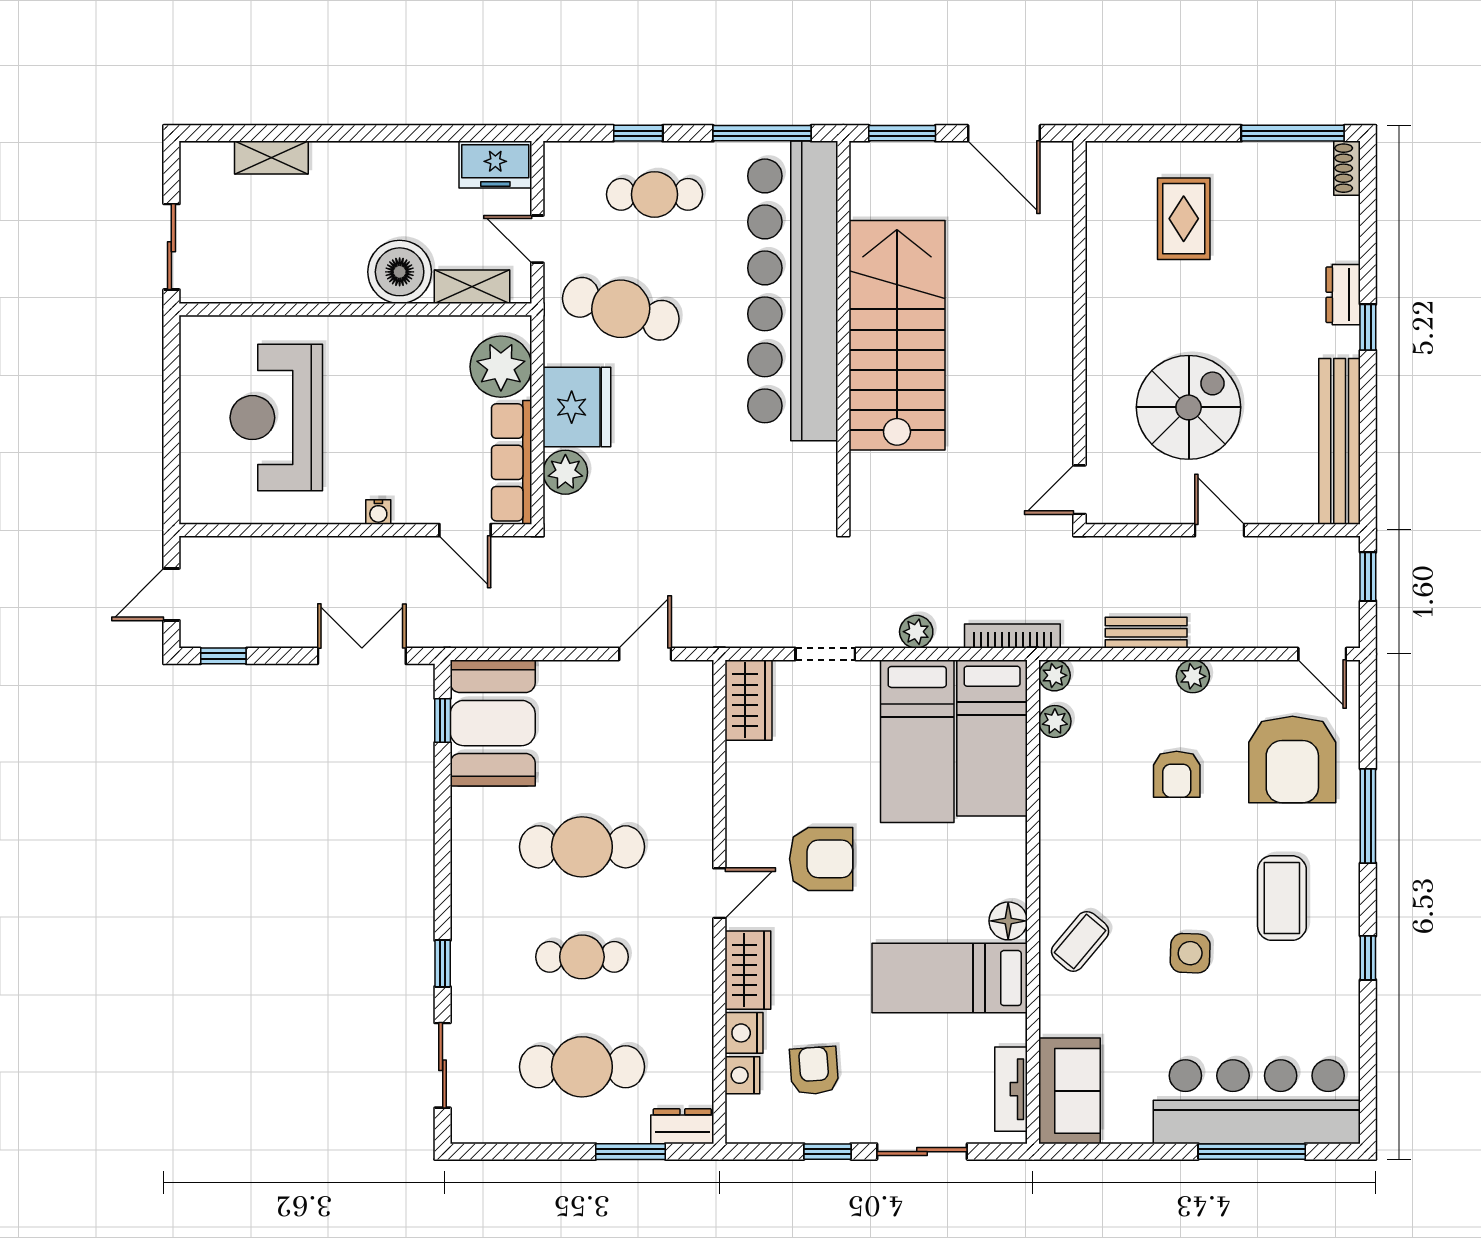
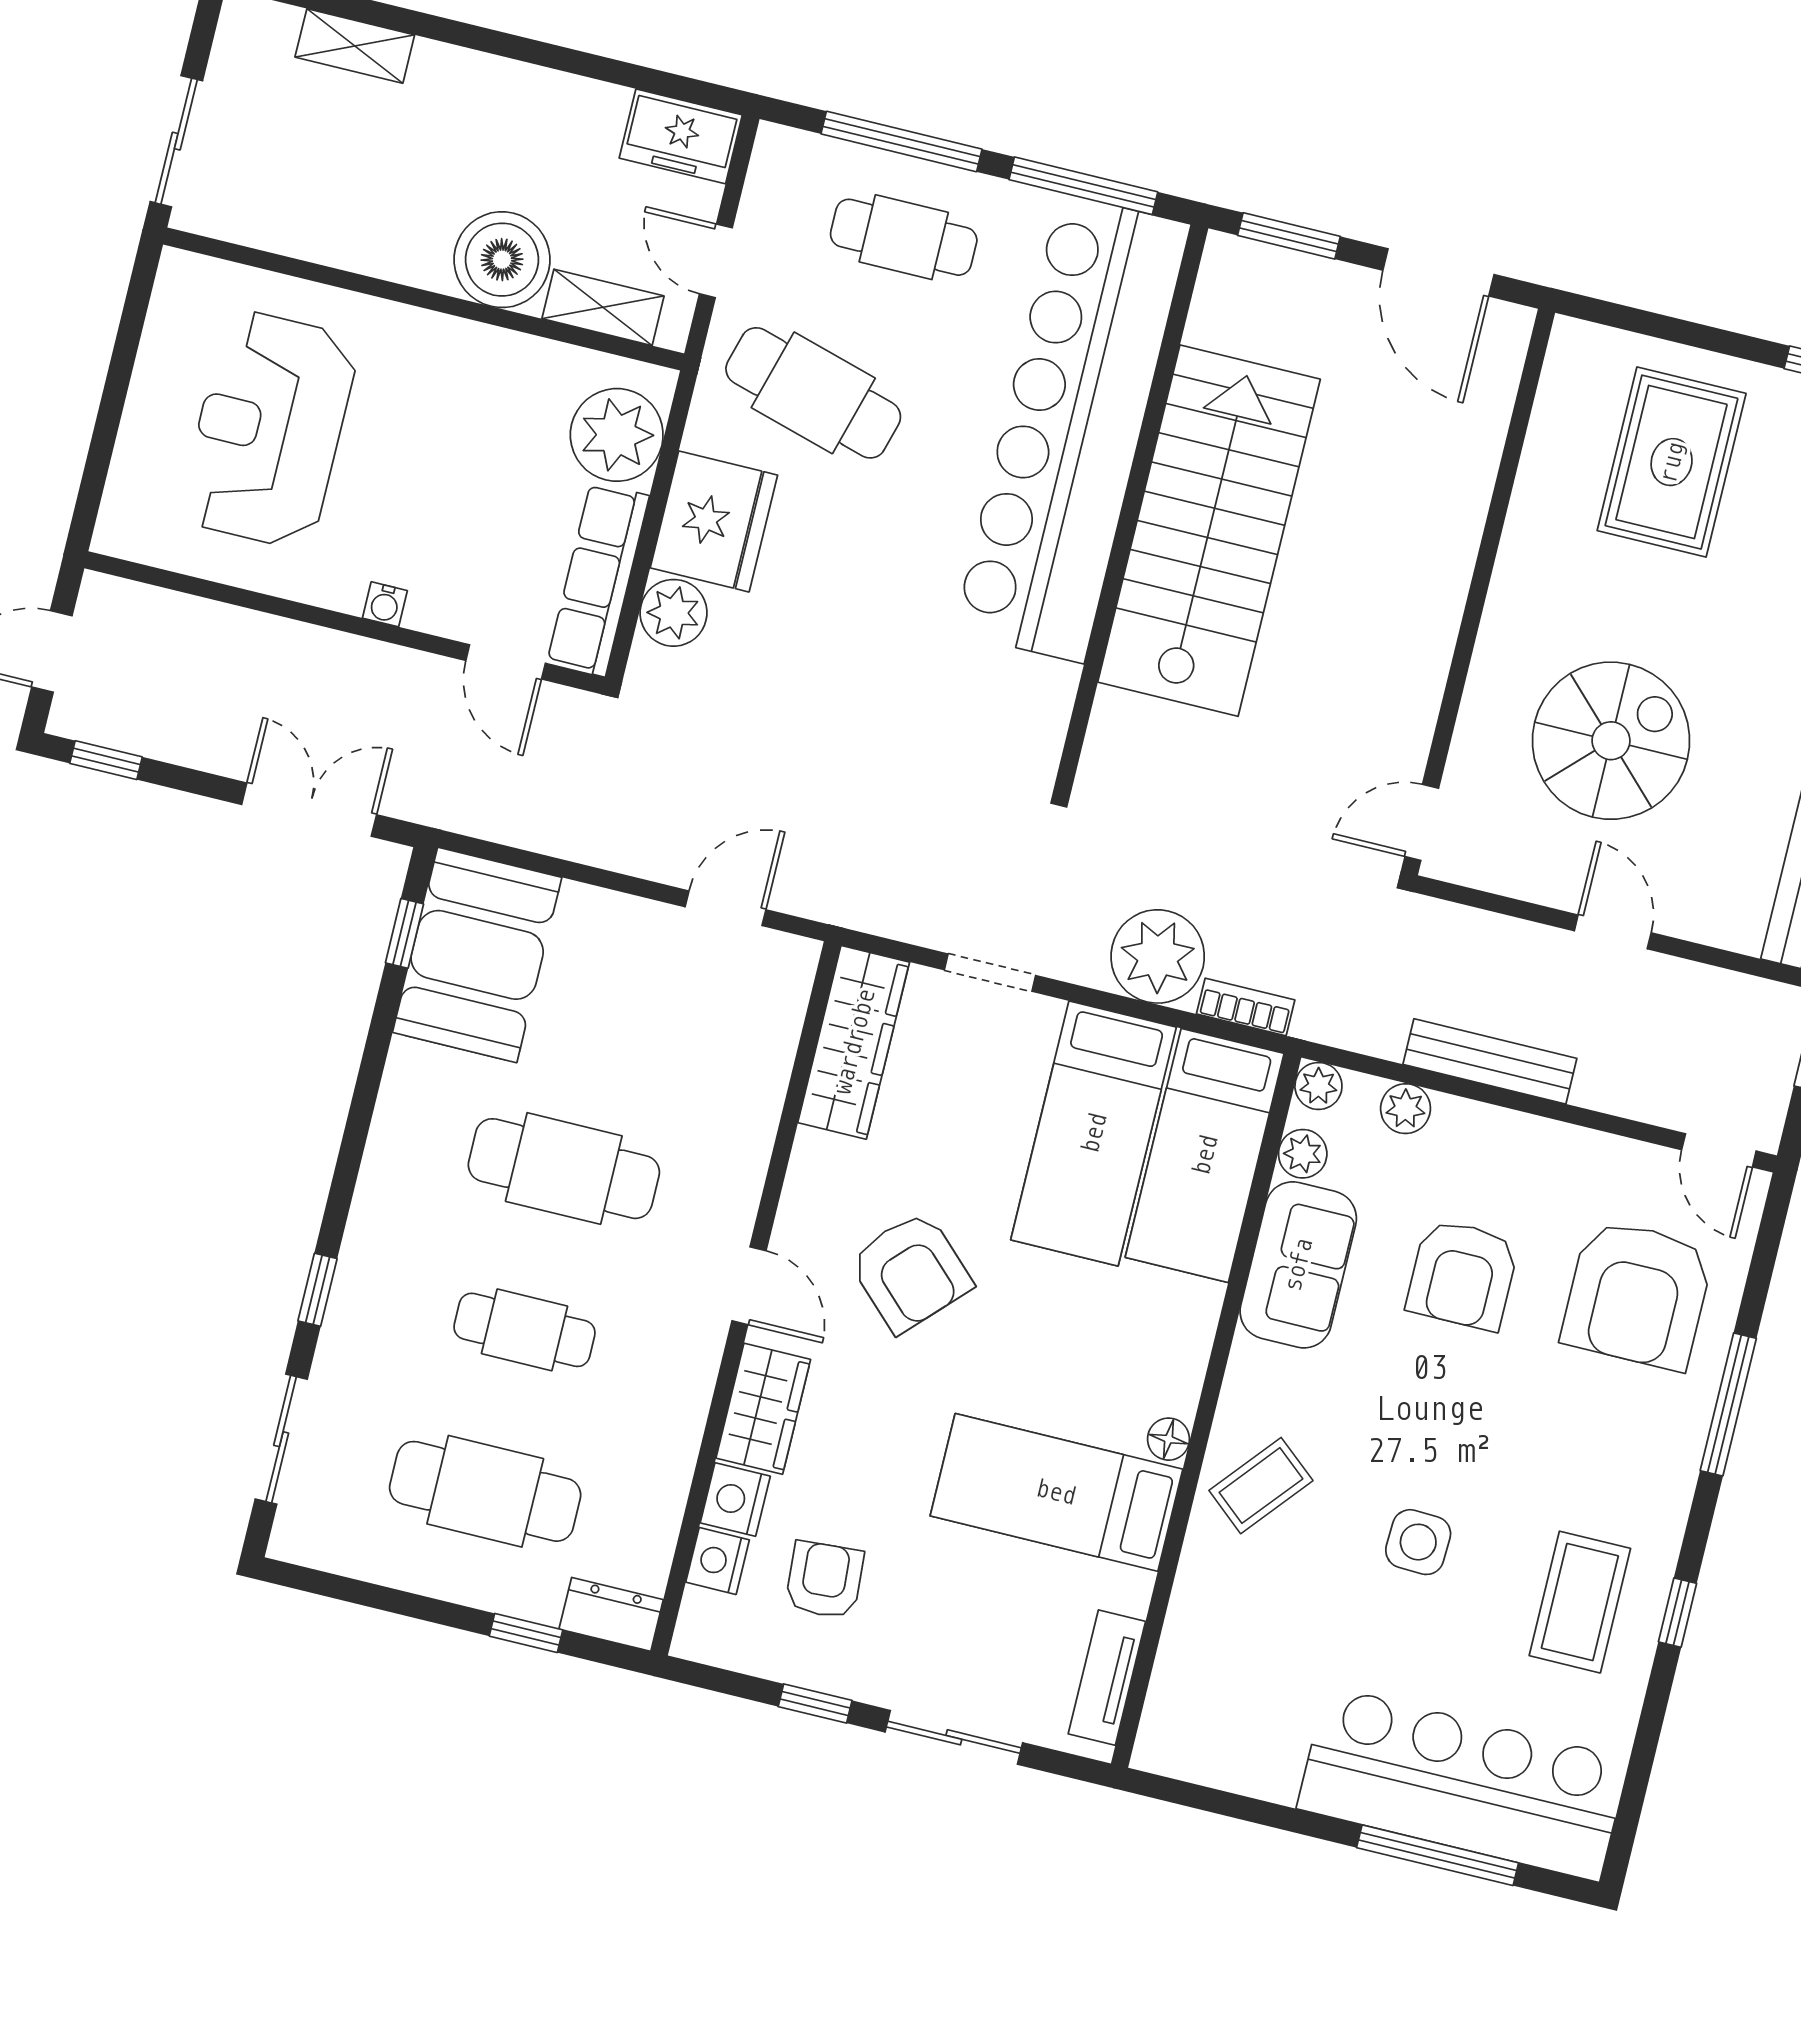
window: (638, 133) -> (901, 141), width x2.17
rug: (1184, 219) -> (1672, 462), width x1.36, depth x1.43
plant: (916, 632) -> (1158, 956), width x1.87, depth x1.87
bench: (1146, 633) -> (1490, 1061), width x1.36
bookcase: (1012, 636) -> (1246, 1007), width x0.64
plant: (1193, 676) -> (1406, 1109), moved
wardrobe: (749, 700) -> (854, 1042), width x1.50
armchair: (1177, 774) -> (1463, 1275), width x1.38, depth x1.38
armchair: (821, 859) -> (911, 1272), turned 44
door: (719, 893) -> (749, 1286), hinge flipped
coffee table: (1282, 898) -> (1580, 1602), moved
floor lamp: (1008, 921) -> (1169, 1439), width x0.73, depth x0.73
sofa: (1070, 1091) -> (1298, 1265), moved
window: (630, 1152) -> (526, 1633), width x0.67

